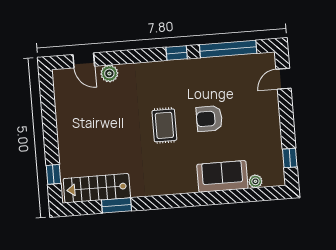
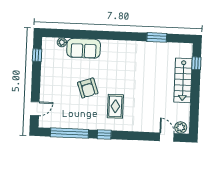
plant: (109, 73) -> (181, 128), moved
armchair: (209, 119) -> (88, 88), turned 71
rug: (164, 125) -> (115, 106), moved
stairs: (97, 188) -> (183, 80), moved, turned 90

